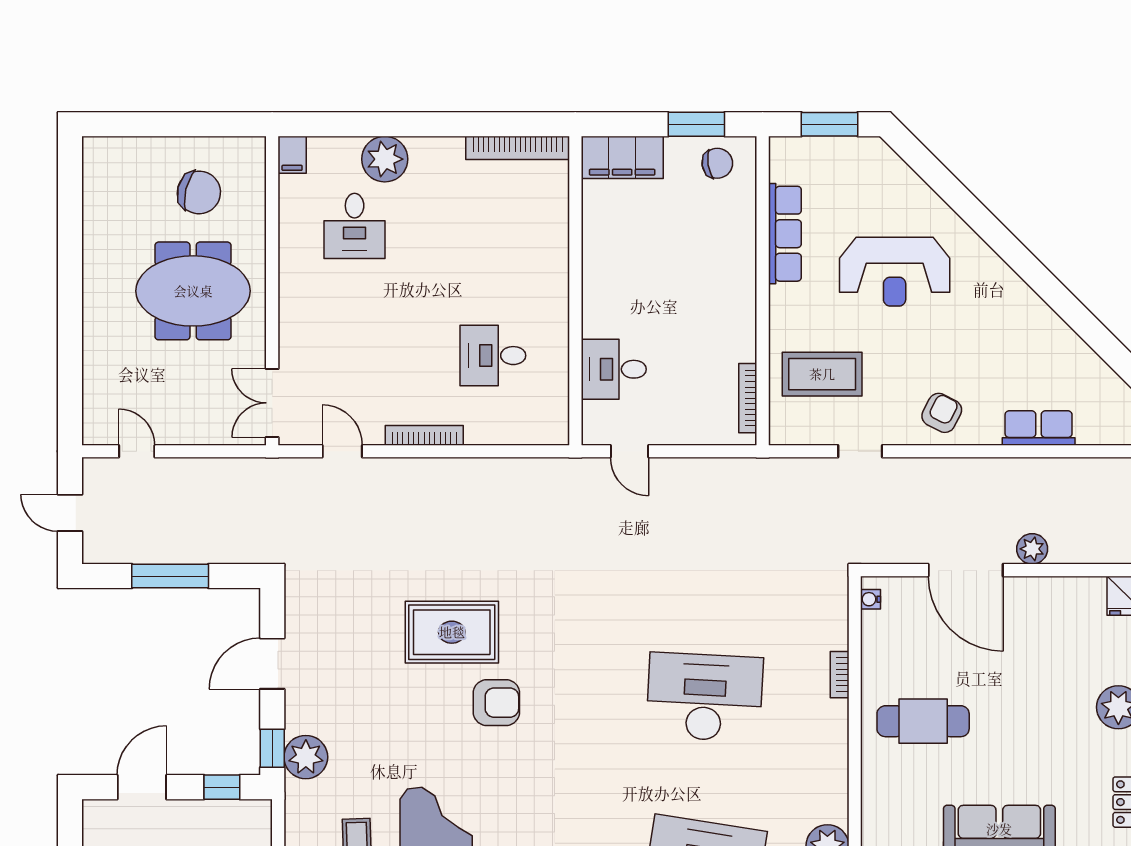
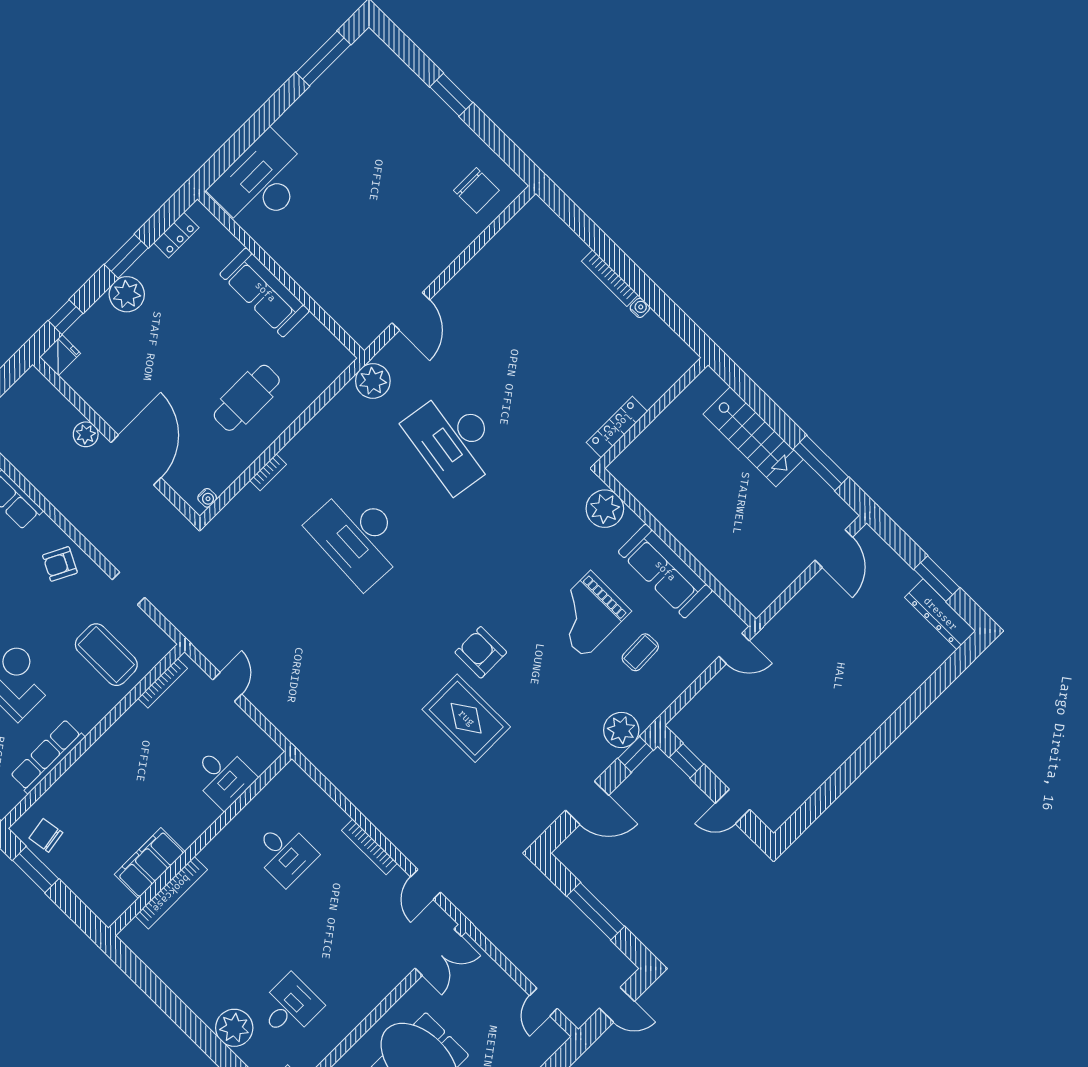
bookcase: (518, 148) -> (171, 893), moved, turned 90
filing cabinet: (622, 157) -> (150, 863), moved, turned -90
door: (630, 451) -> (227, 687), moved
door: (70, 513) -> (617, 1005), hinge flipped
cafe table: (923, 721) -> (247, 398), turned 90
door: (142, 787) -> (732, 806), width x0.73

